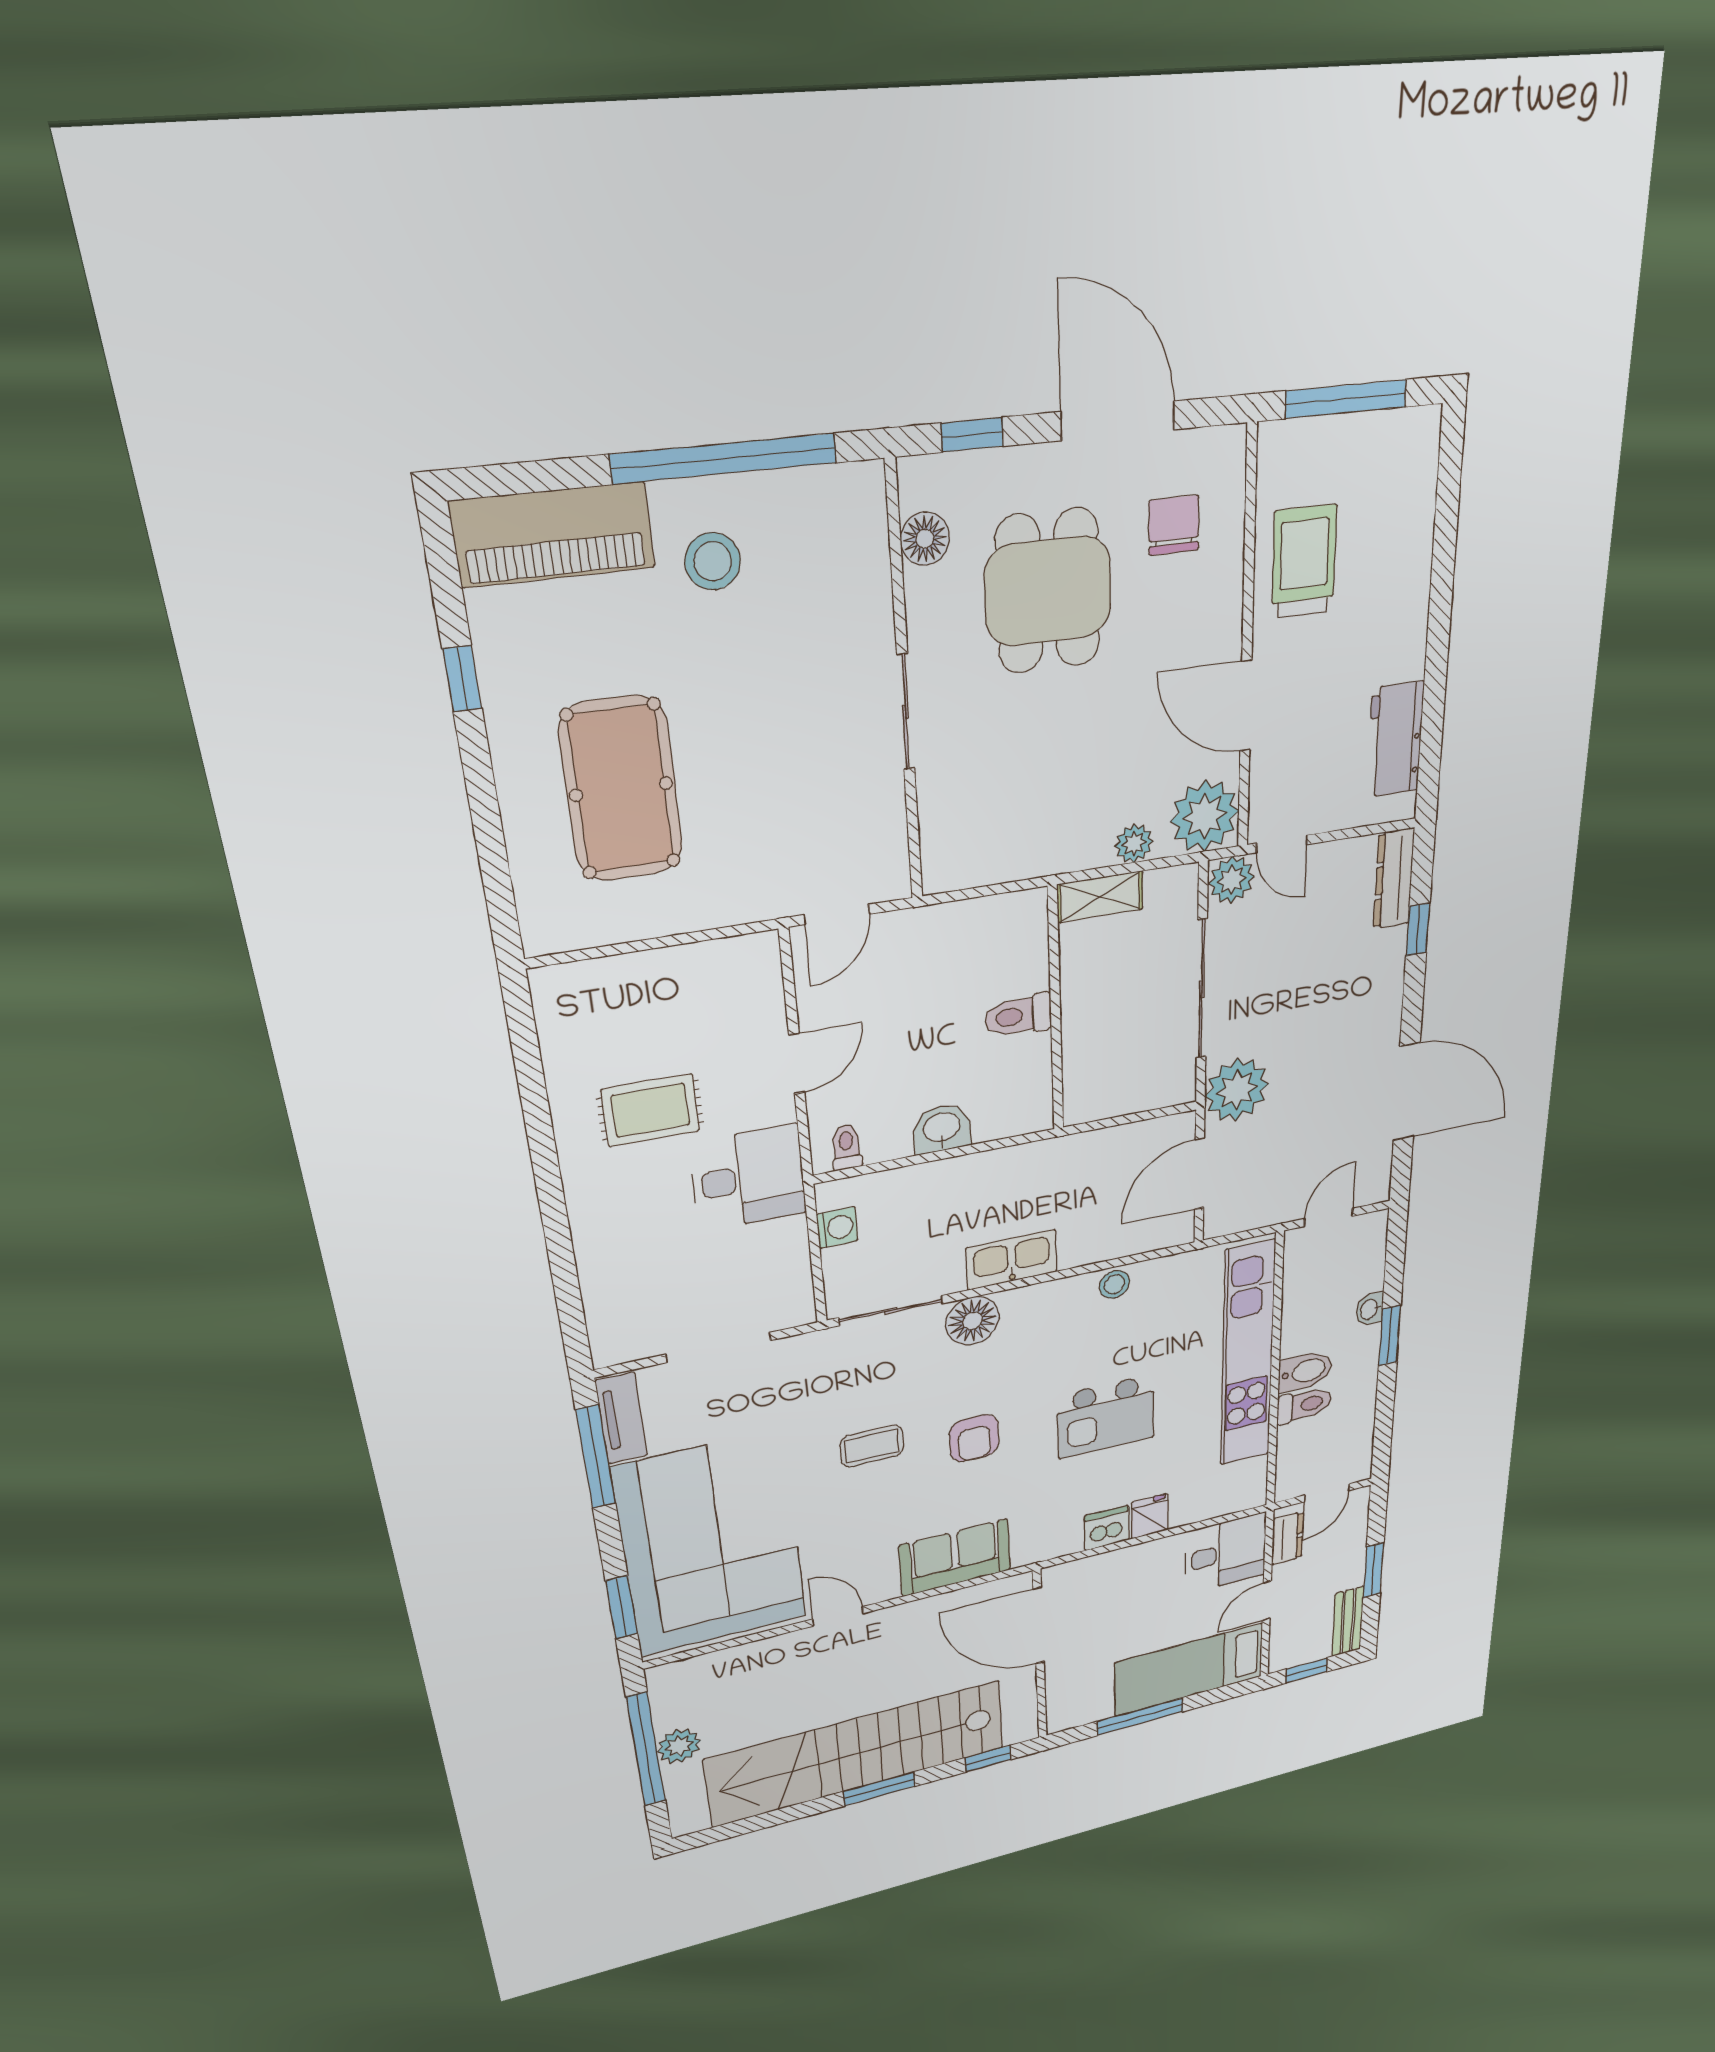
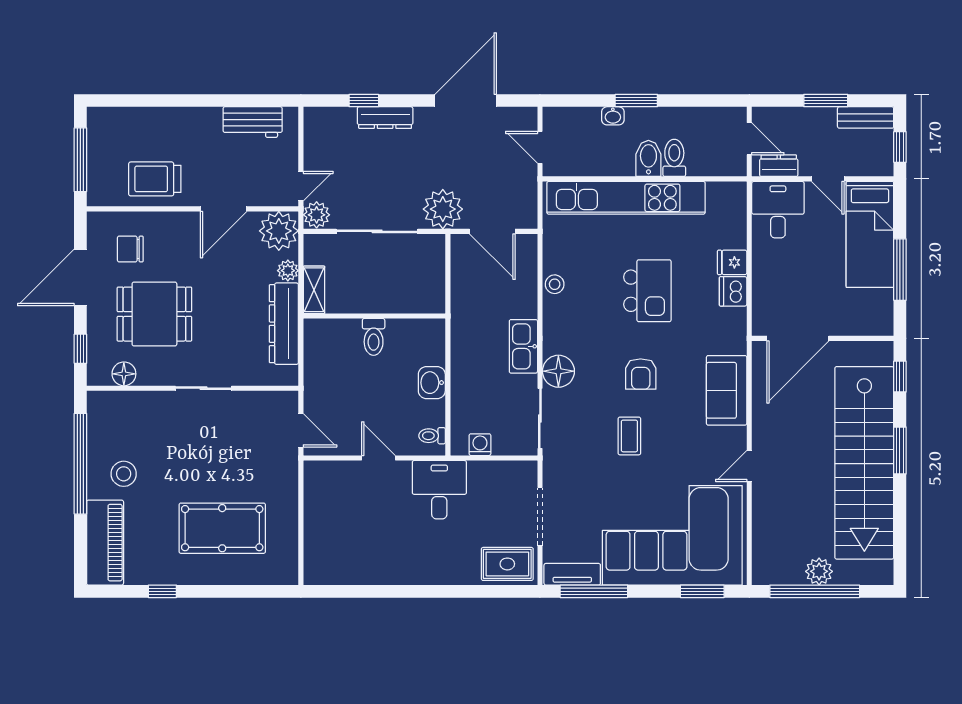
dresser: (1037, 851) -> (284, 324), added
dresser: (1394, 879) -> (385, 118), moved
rug: (650, 1110) -> (507, 564), moved, turned 90
armchair: (974, 1438) -> (641, 374), turned 90

